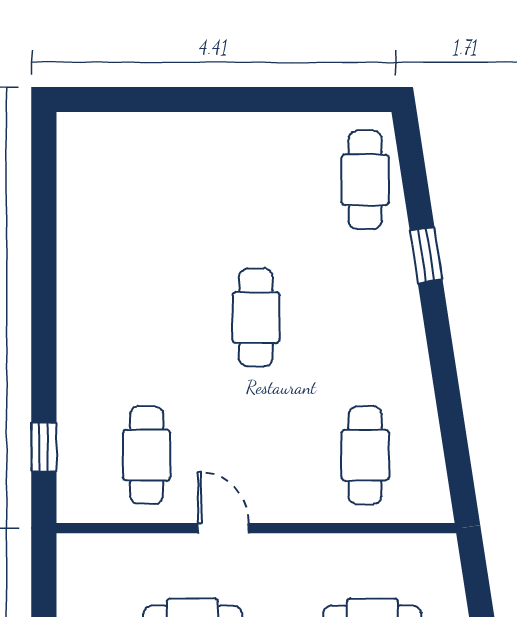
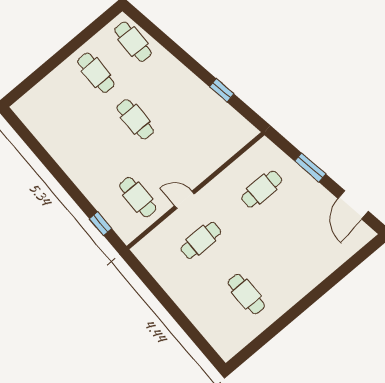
window: (426, 255) -> (222, 90), moved
cafe table: (365, 455) -> (96, 73), moved

